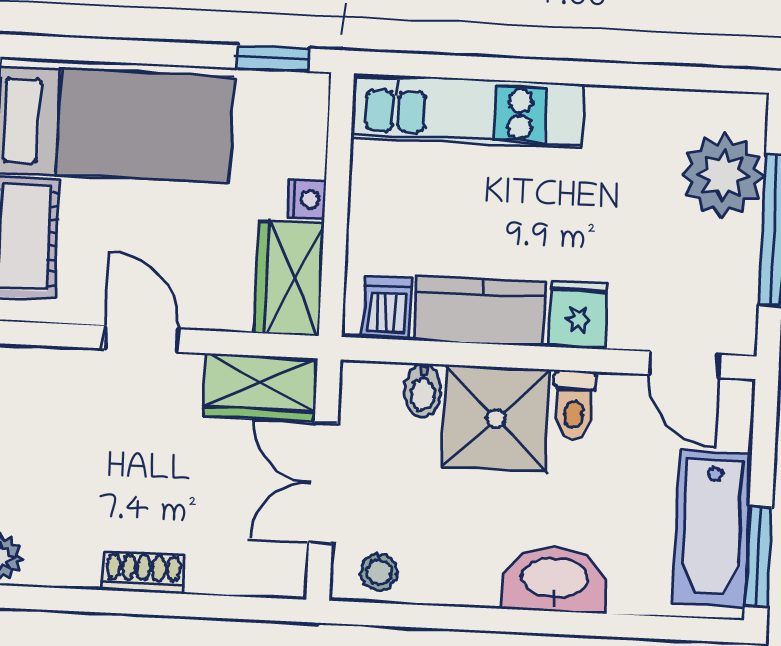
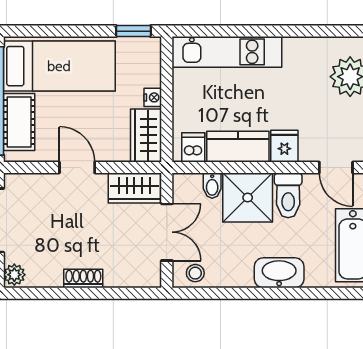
toilet: (574, 405) -> (288, 195), width x1.37, depth x1.39
double door: (323, 483) -> (167, 232), swing flipped

